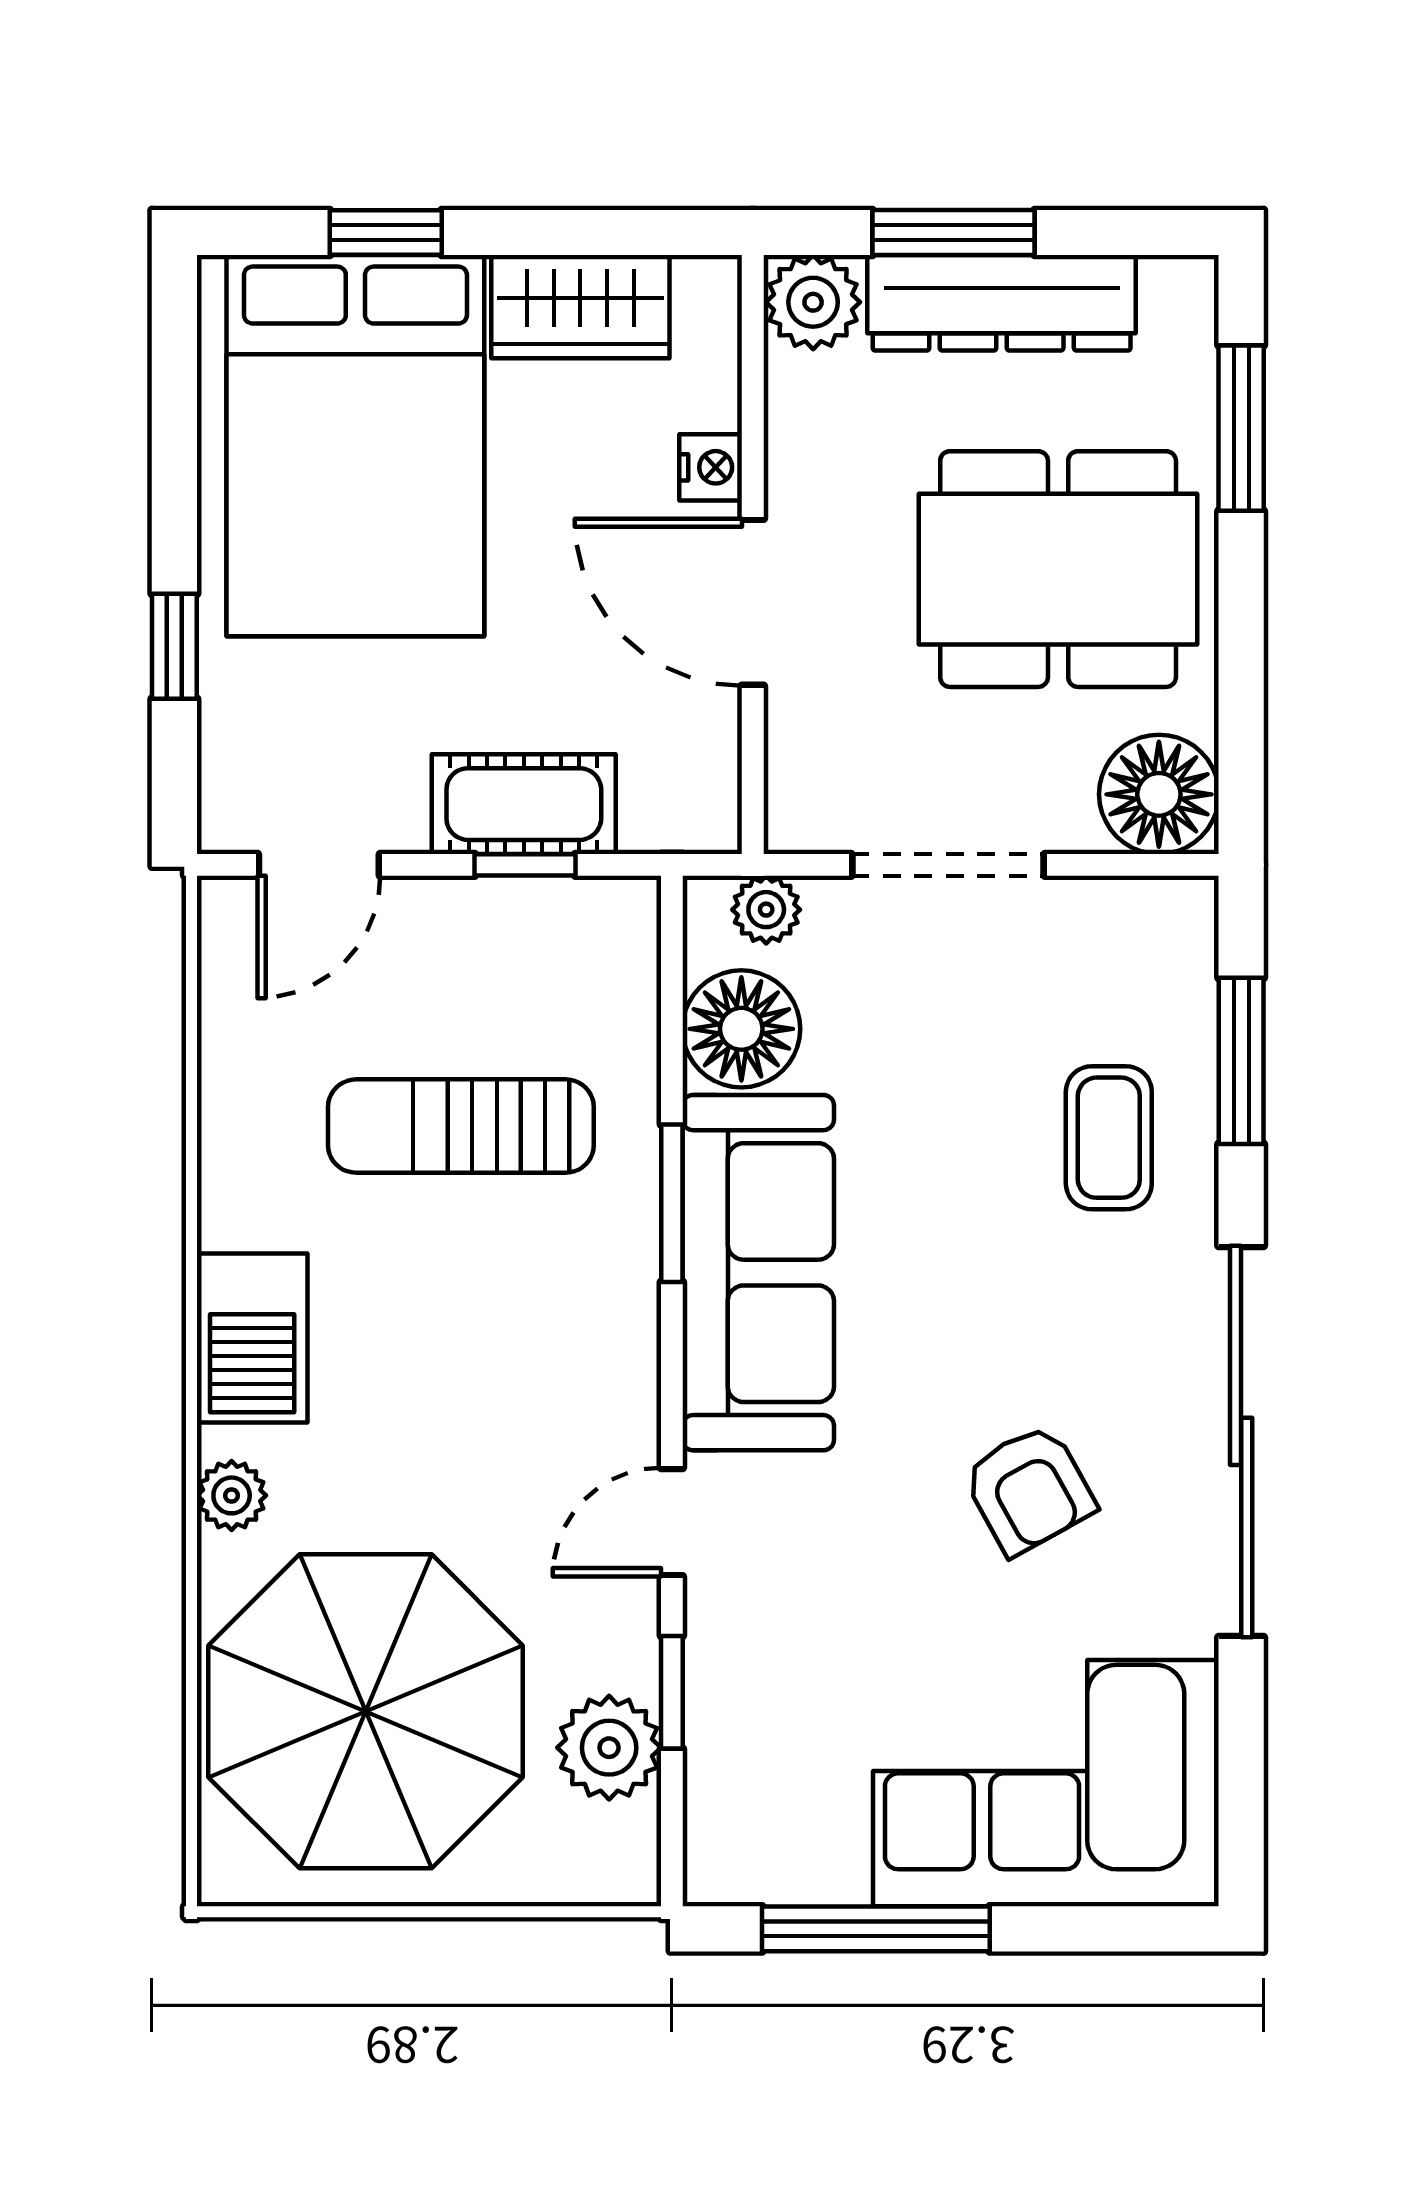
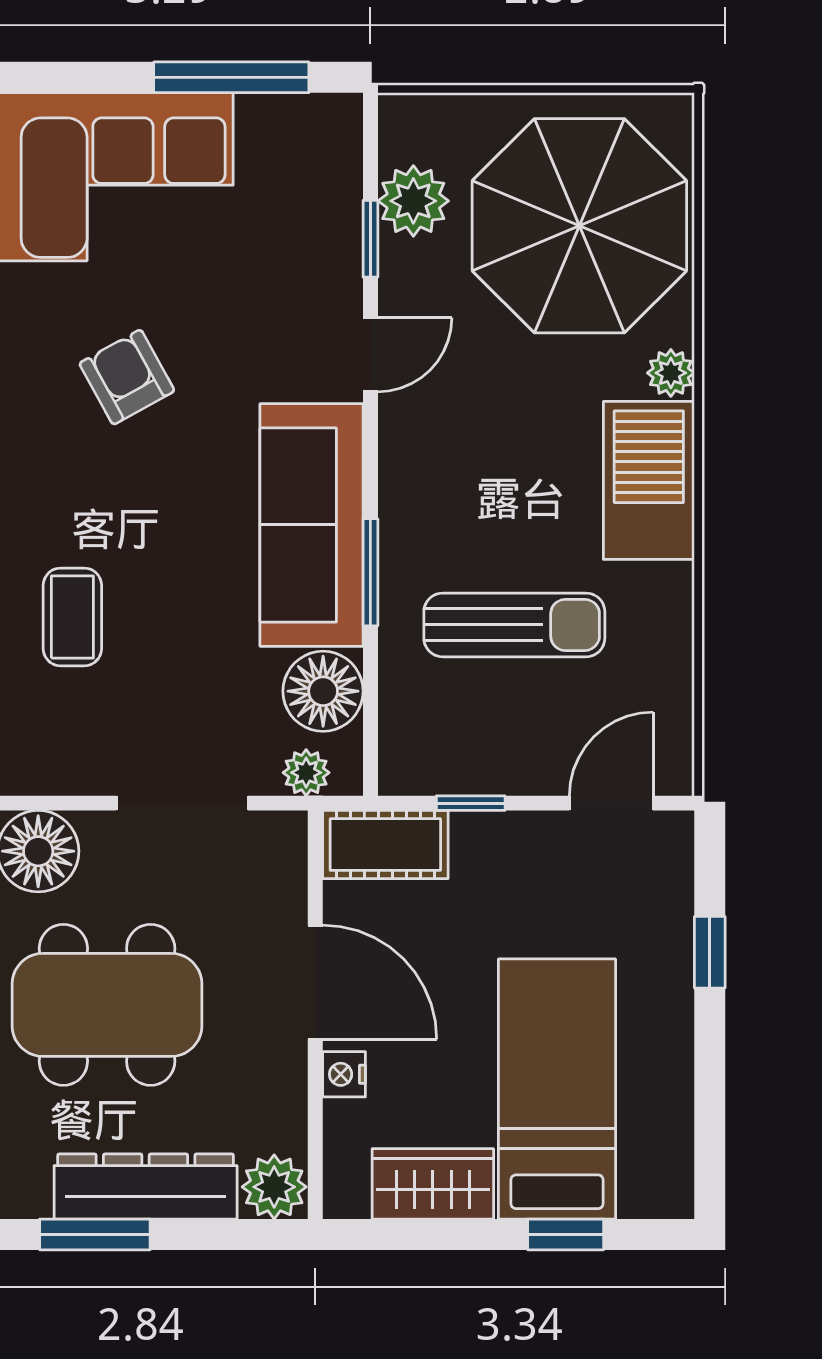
window: (954, 232) -> (95, 1234), moved
bed: (355, 446) -> (557, 1089), width x0.67
cot: (524, 804) -> (385, 845), moved
barbecue: (252, 1338) -> (649, 480), width x1.37, depth x1.21

